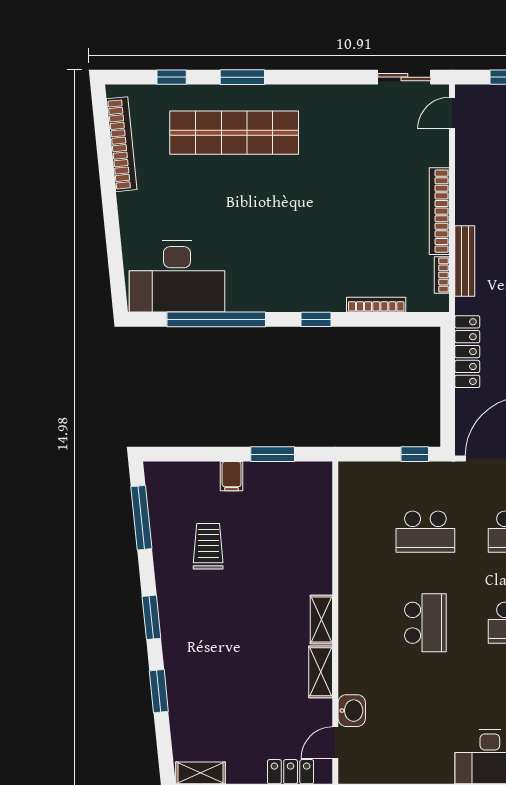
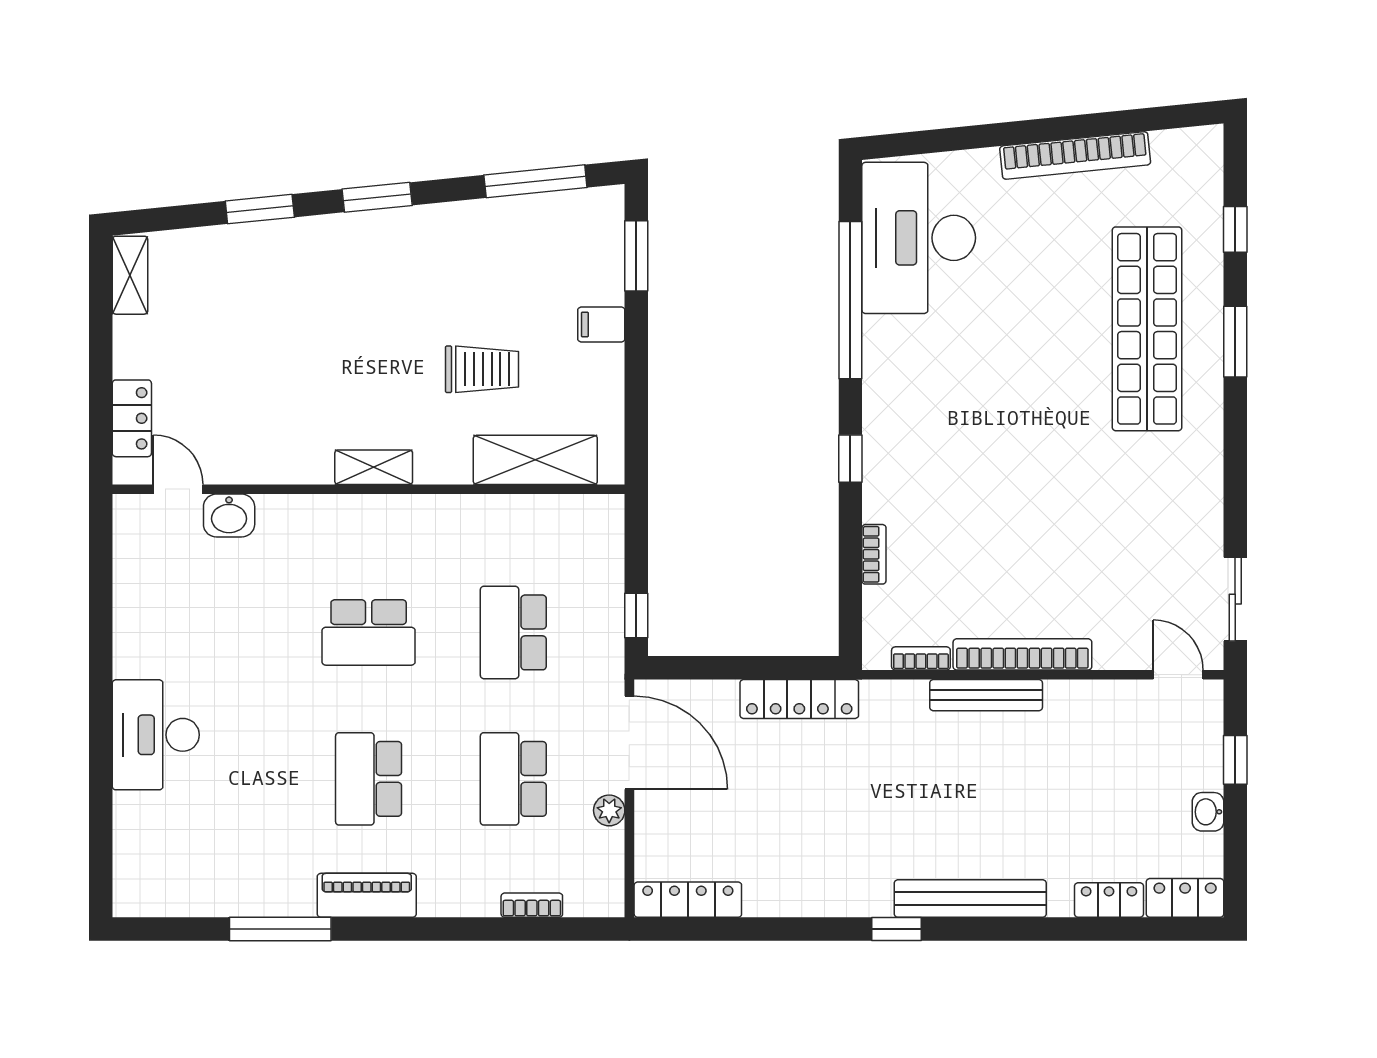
bookcase: (122, 144) -> (1075, 155), moved
bench: (465, 261) -> (986, 695), moved
bookcase: (376, 305) -> (874, 554), width x0.64
window: (273, 454) -> (636, 256), moved
trolley: (208, 546) -> (482, 369), moved
shelving: (321, 672) -> (535, 460), moved, width x1.50, depth x1.33

